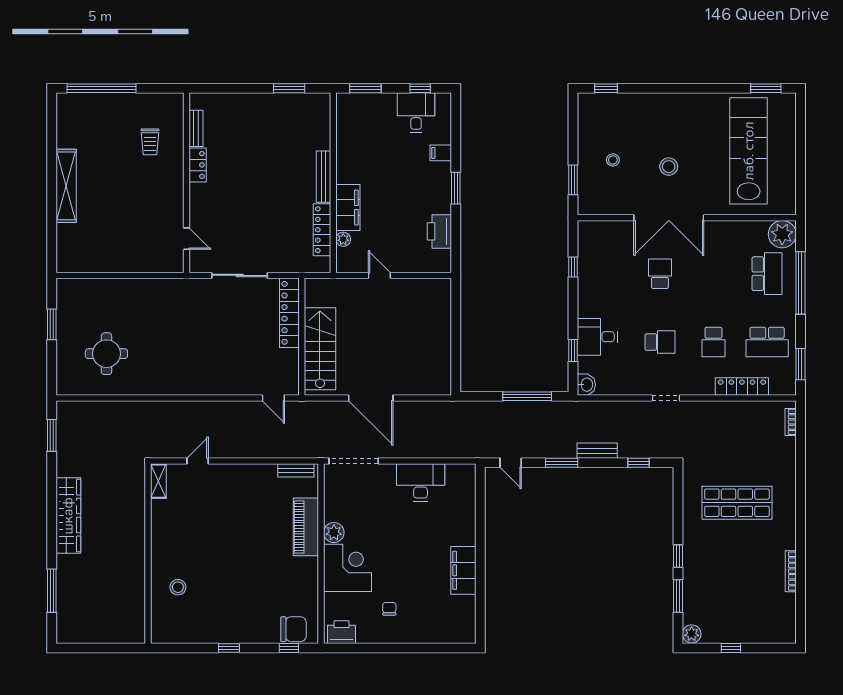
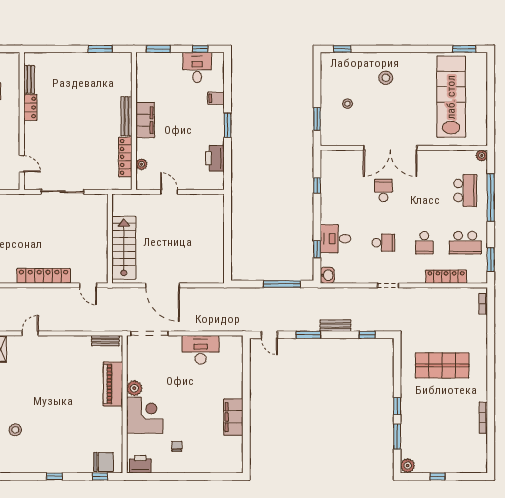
stool: (669, 167) -> (386, 78), moved
filing cabinet: (348, 207) -> (145, 120), moved
plant: (782, 234) -> (482, 155), width x0.53, depth x0.53
locker: (289, 313) -> (44, 276), moved, turned 90

